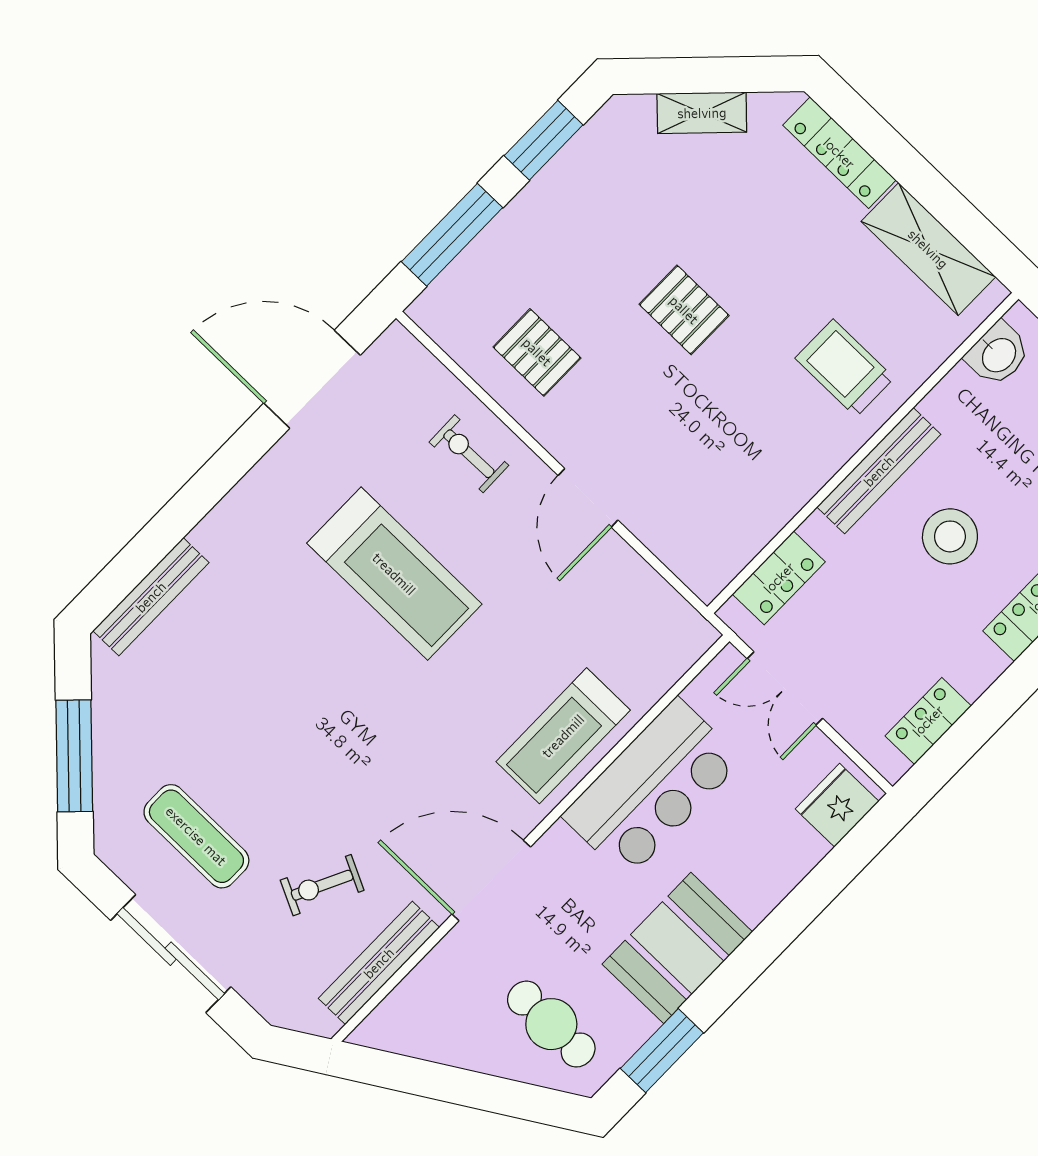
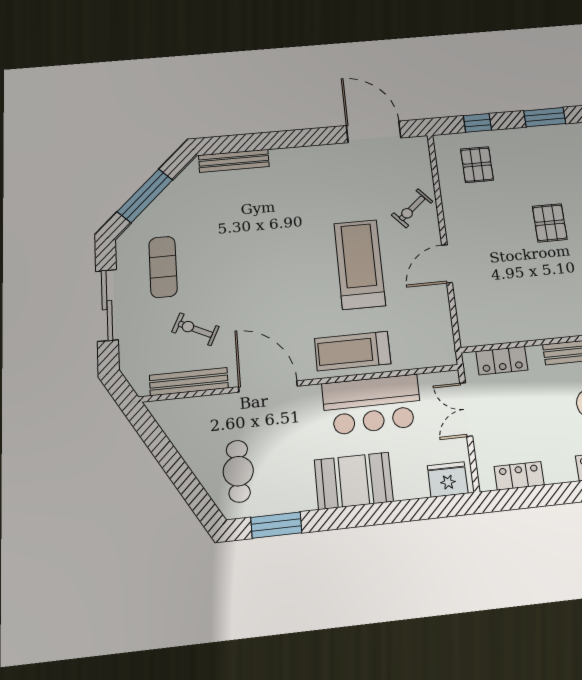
window: (452, 235) -> (478, 123), width x0.46
pallet: (537, 352) -> (477, 165), moved
exercise bike: (469, 454) -> (412, 208), turned -130
treadmill: (394, 574) -> (360, 264), moved, turned 180
booth: (677, 948) -> (354, 481), moved

